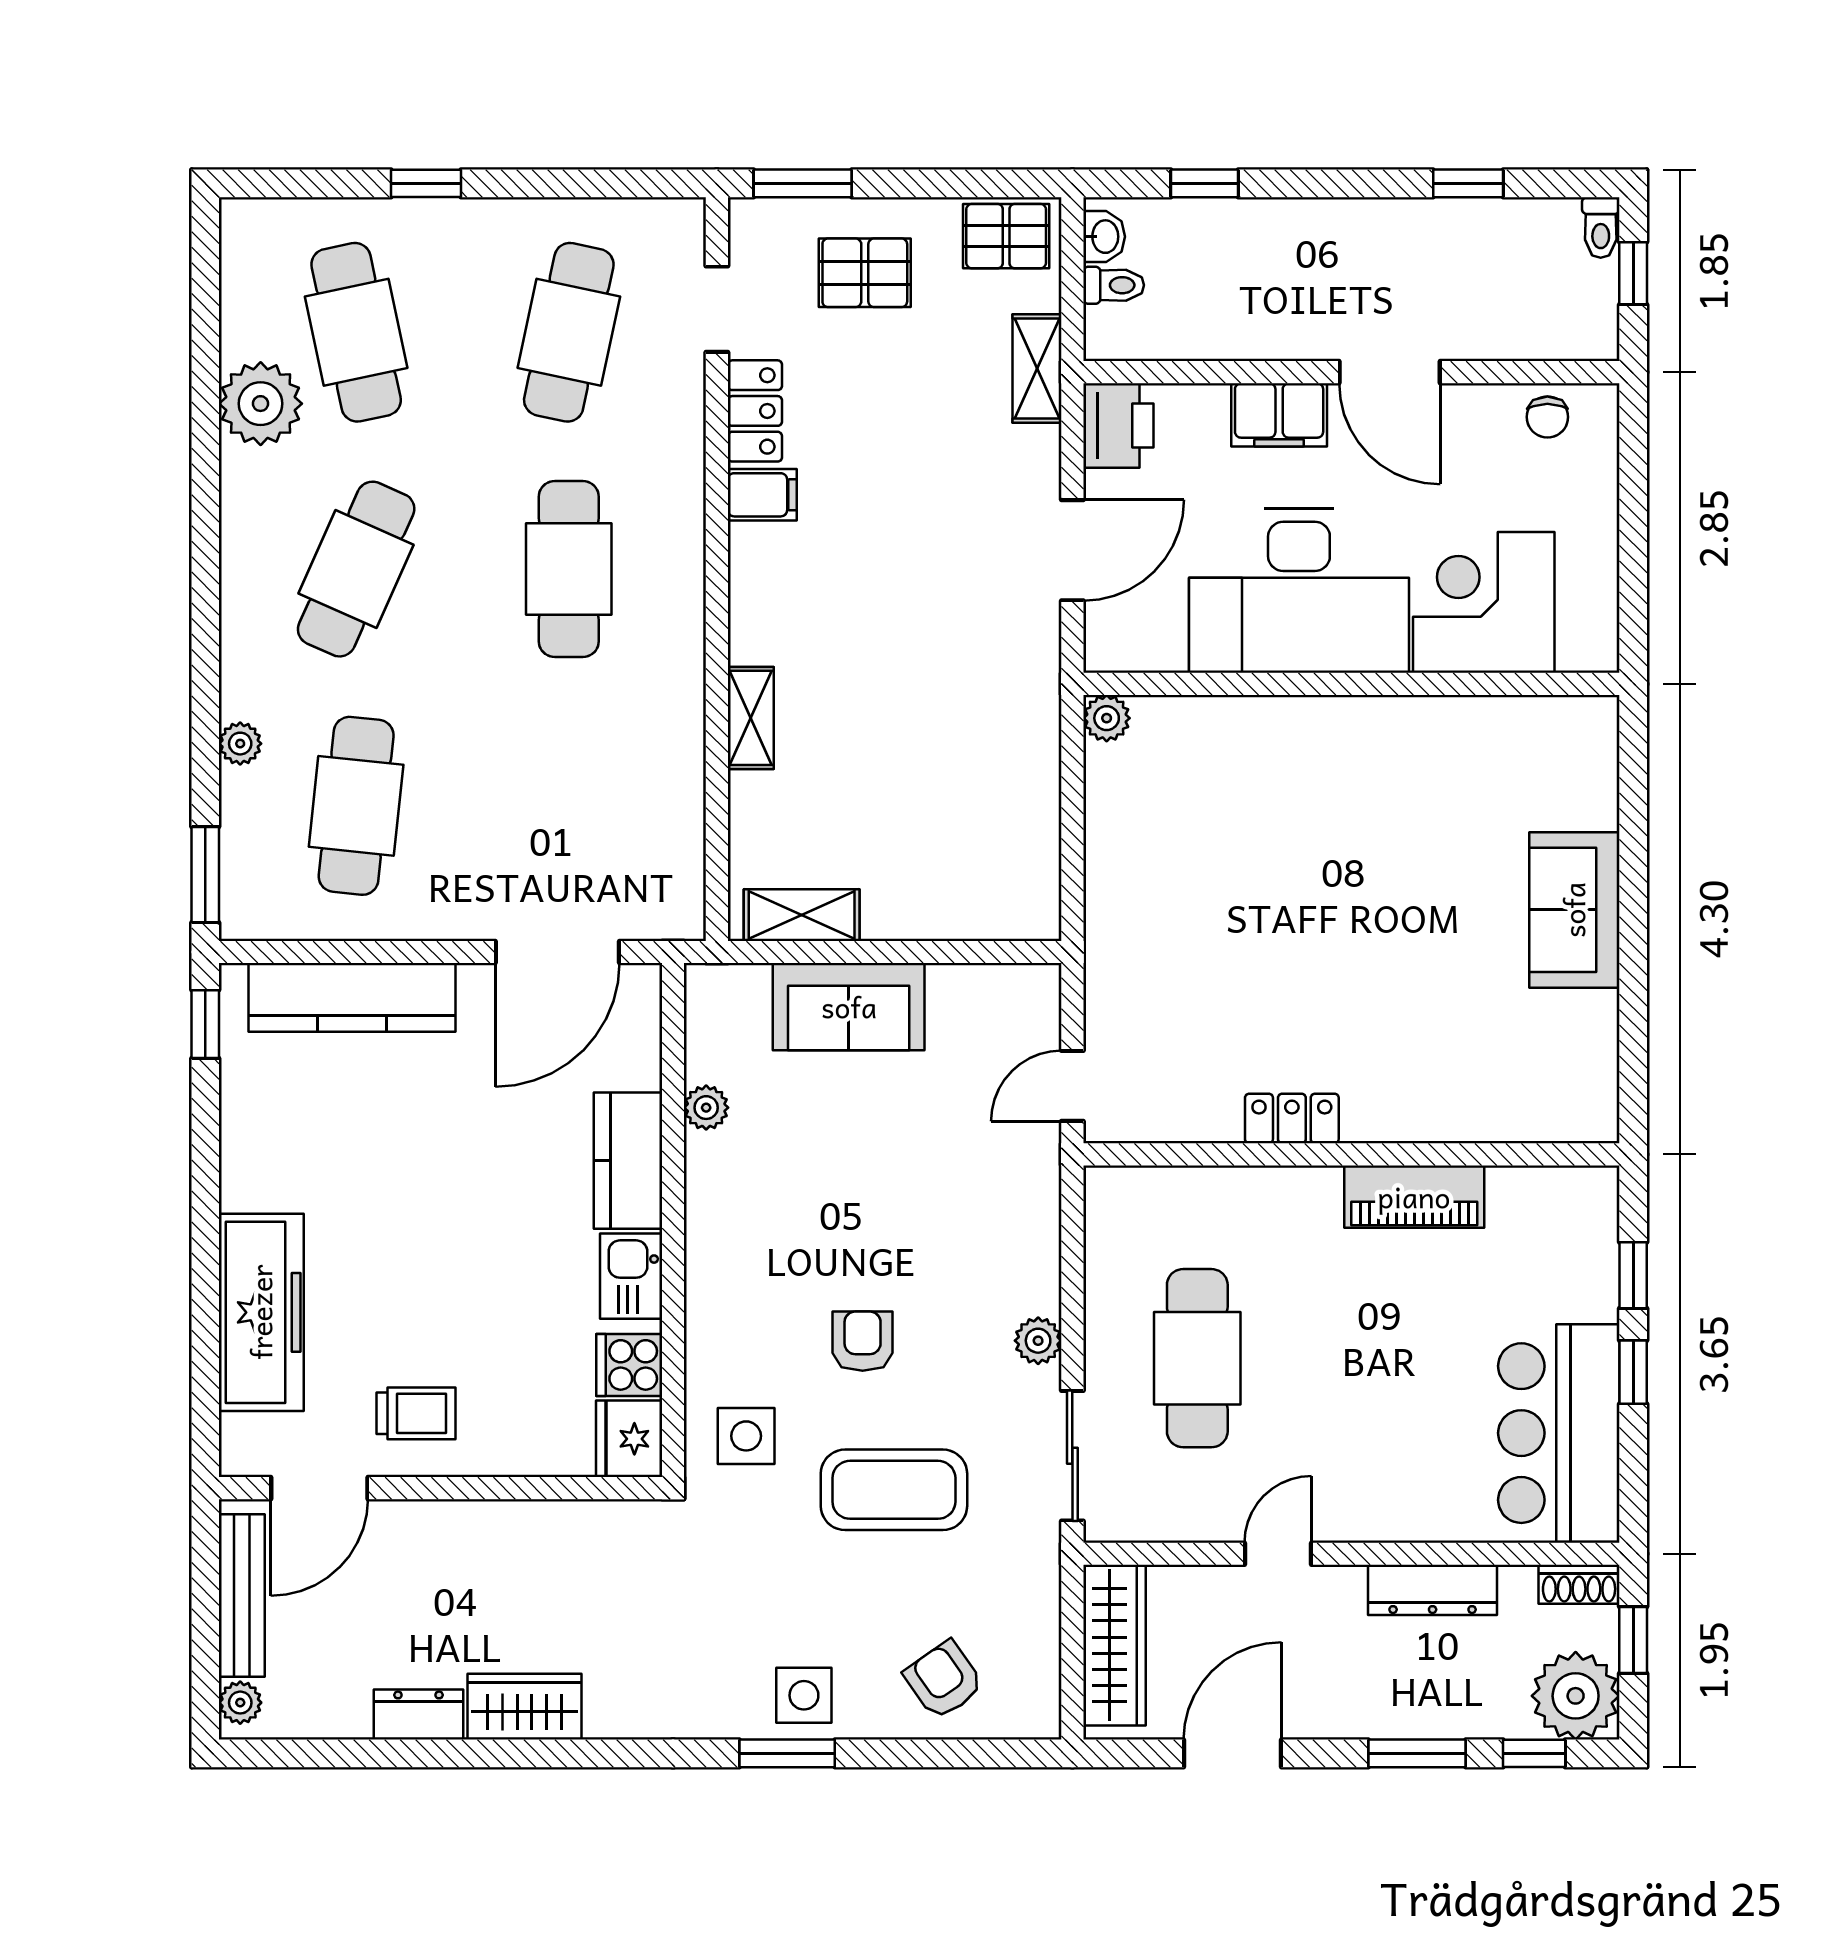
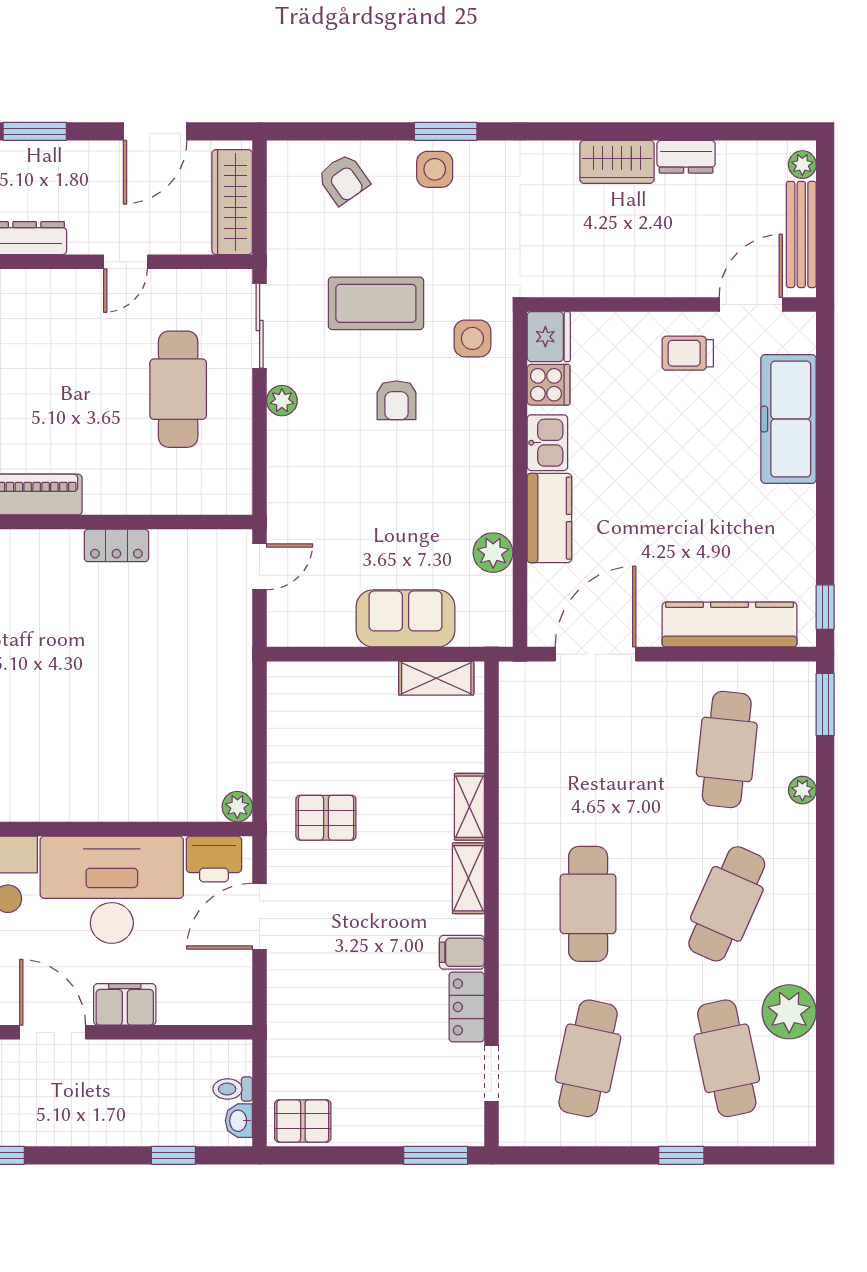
pallet: (865, 273) -> (326, 818), moved
shelving: (1037, 368) -> (468, 878), moved
printer: (1118, 425) -> (214, 859), moved, turned -90
plant: (706, 1108) -> (493, 553), width x1.38, depth x1.38

